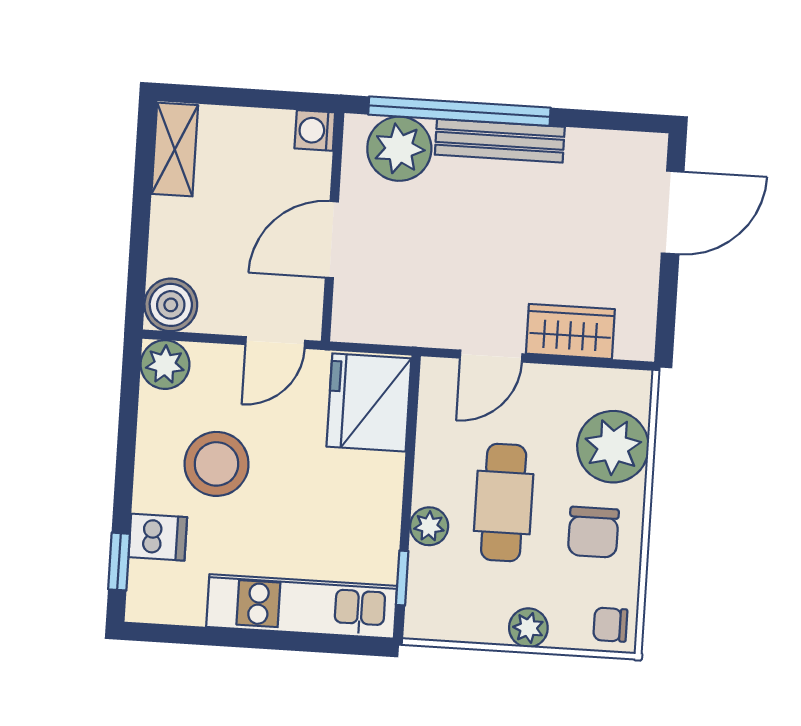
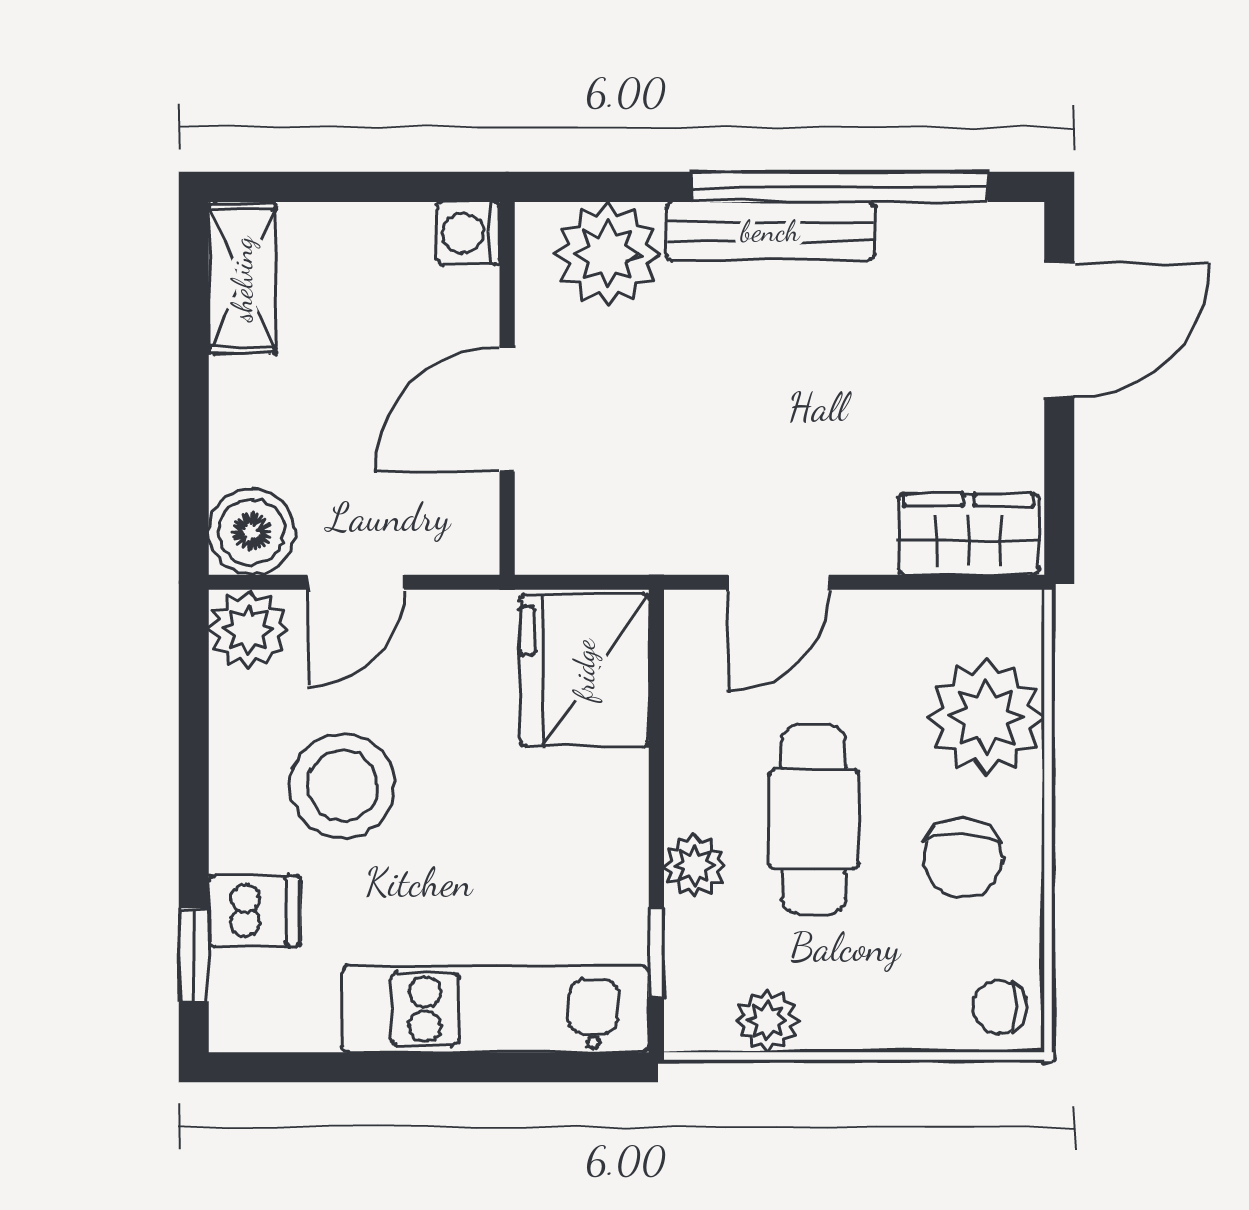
window: (459, 111) -> (839, 187), moved
wardrobe: (570, 331) -> (969, 534), moved
door: (275, 342) -> (356, 582), moved
plant: (528, 628) -> (767, 1021), moved

